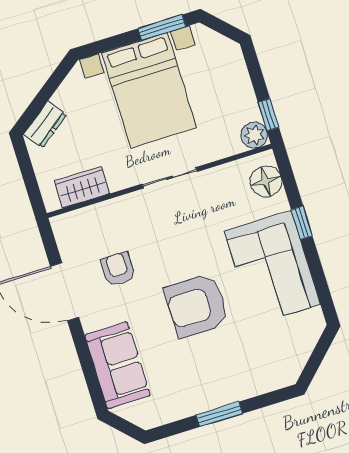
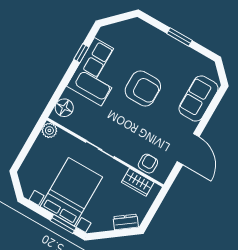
window: (162, 27) -> (63, 224), moved
window: (268, 115) -> (35, 132), removed
window: (302, 223) -> (81, 53), moved
armchair: (118, 269) -> (148, 164), moved, turned 180

